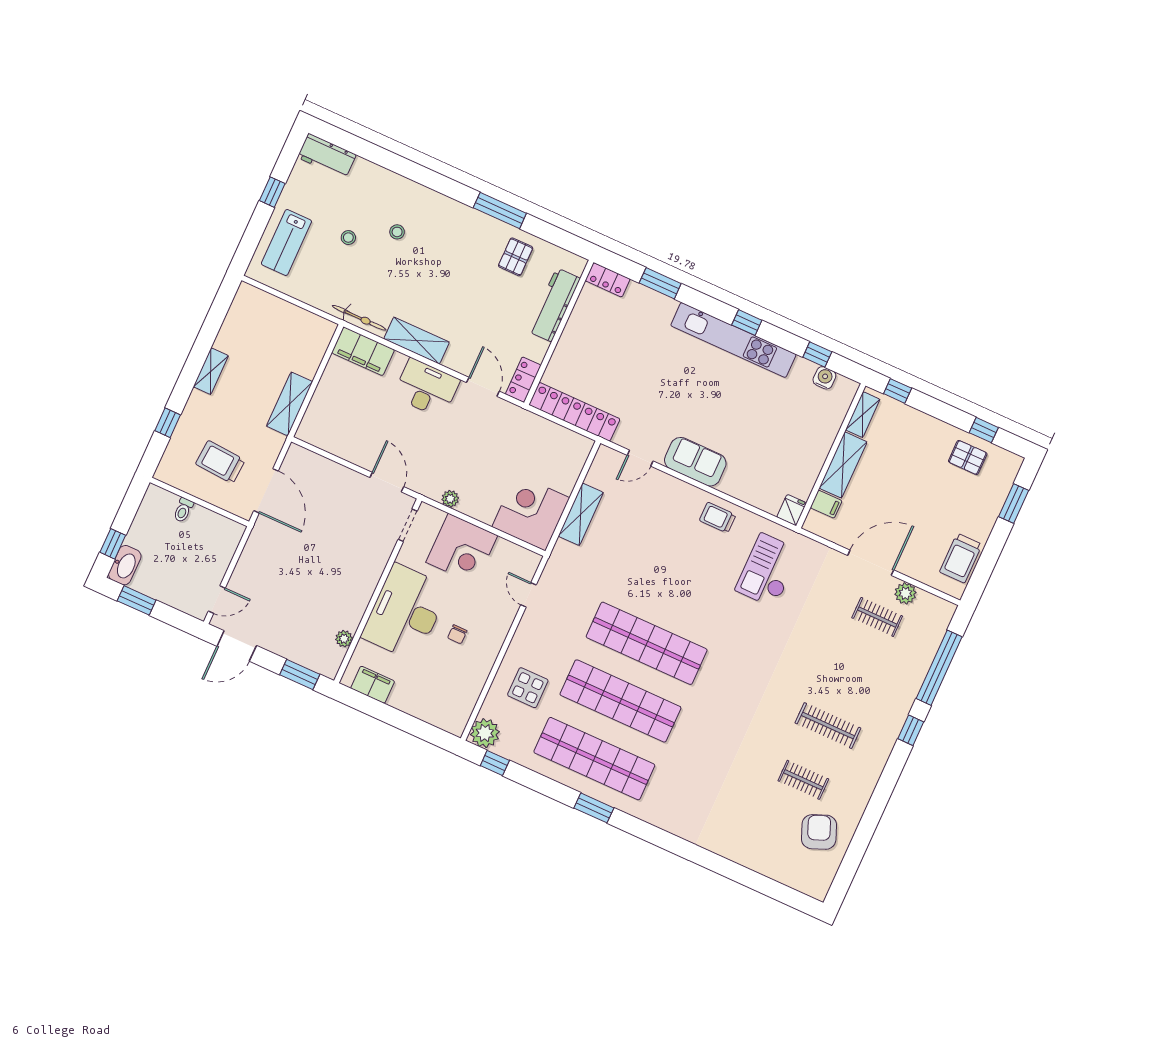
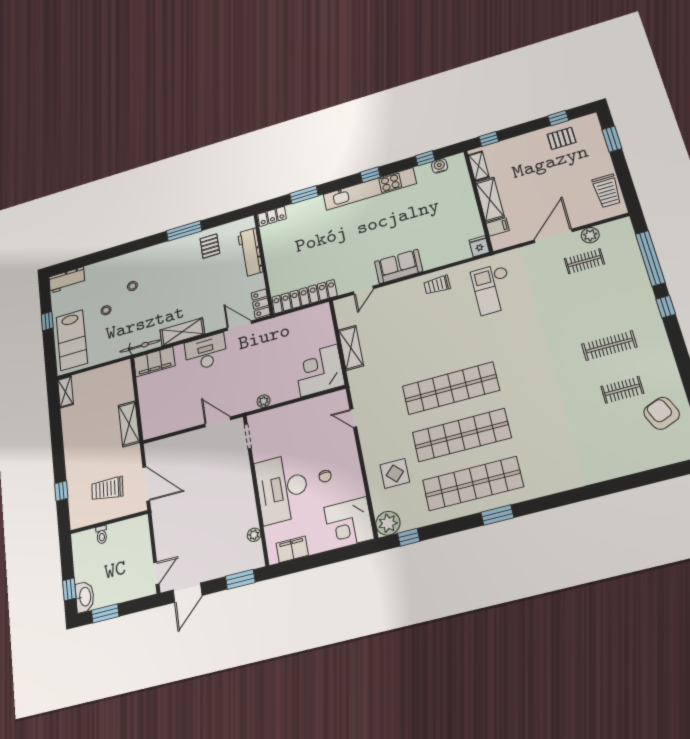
lab bench: (286, 242) -> (72, 340), width x1.36, depth x1.39
shelving: (211, 371) -> (65, 392), moved
corner desk: (462, 549) -> (349, 523), moved, turned 90

